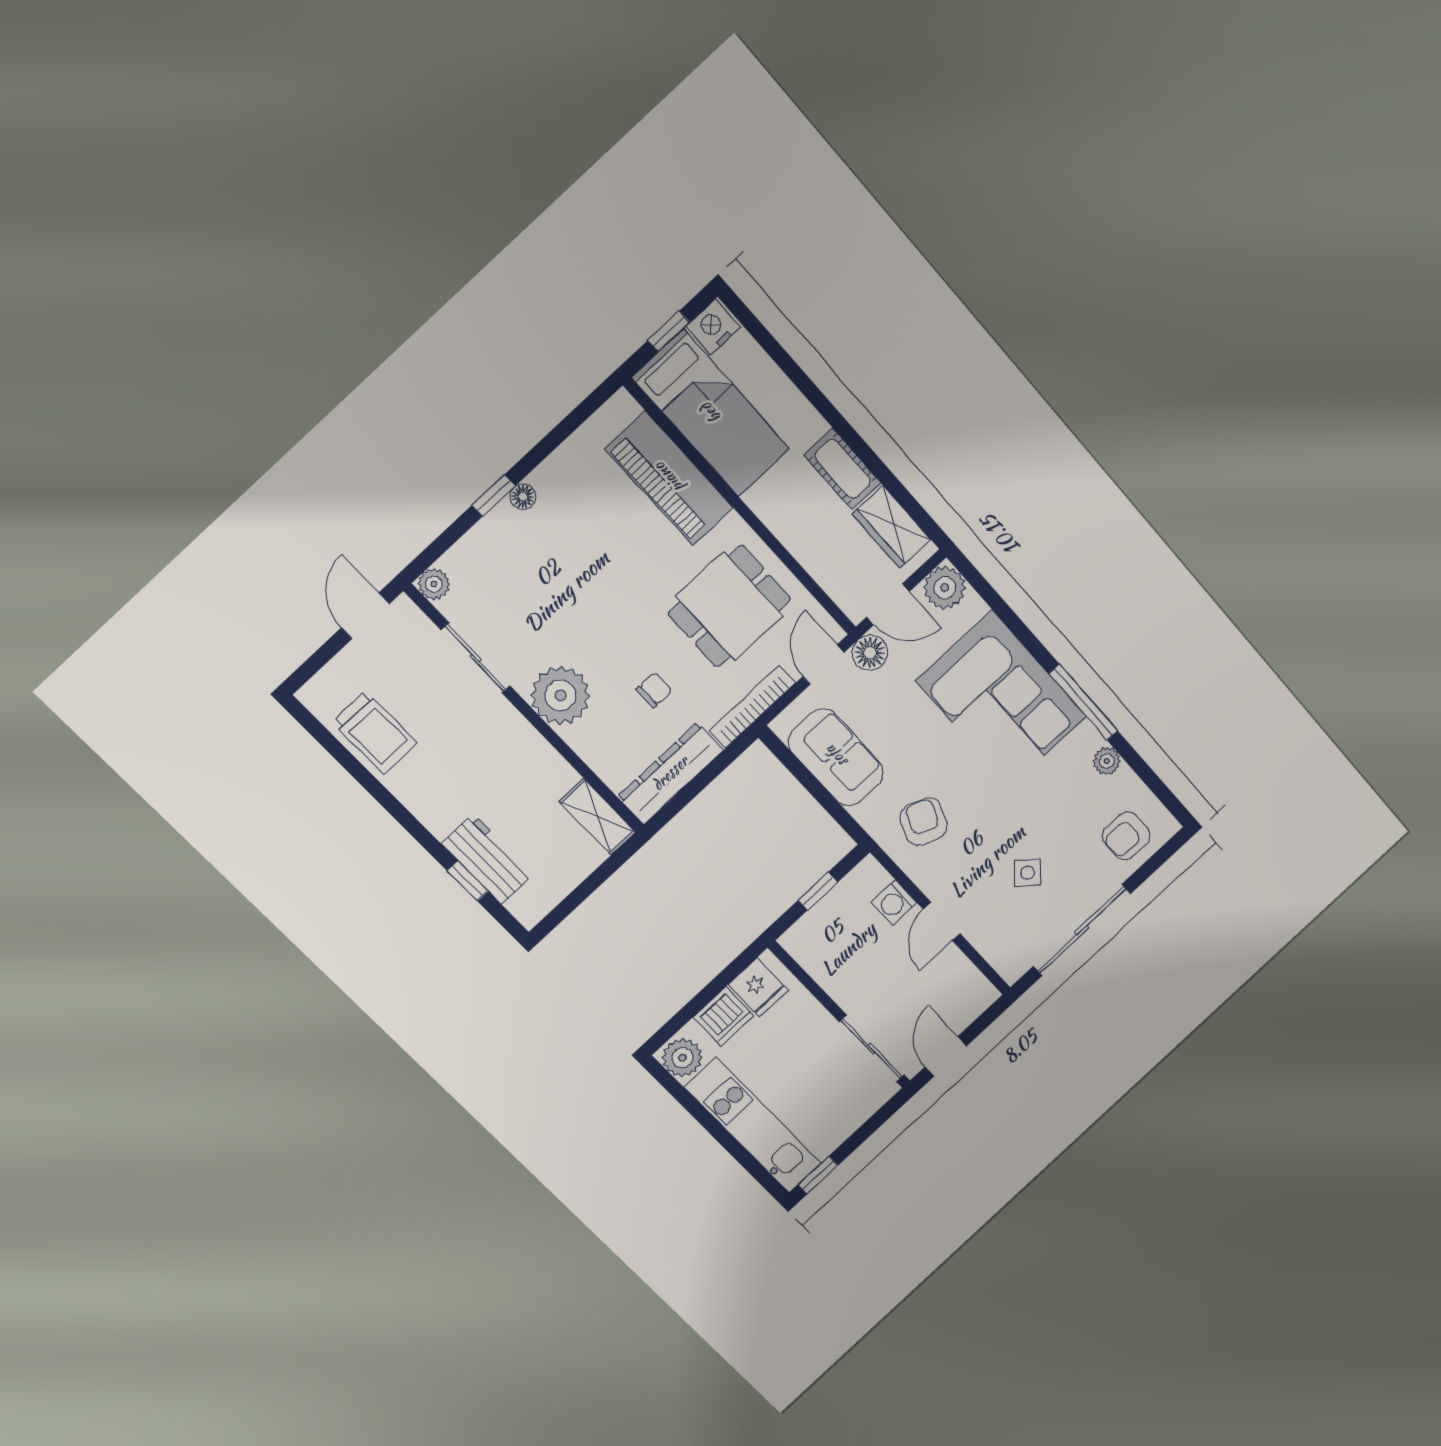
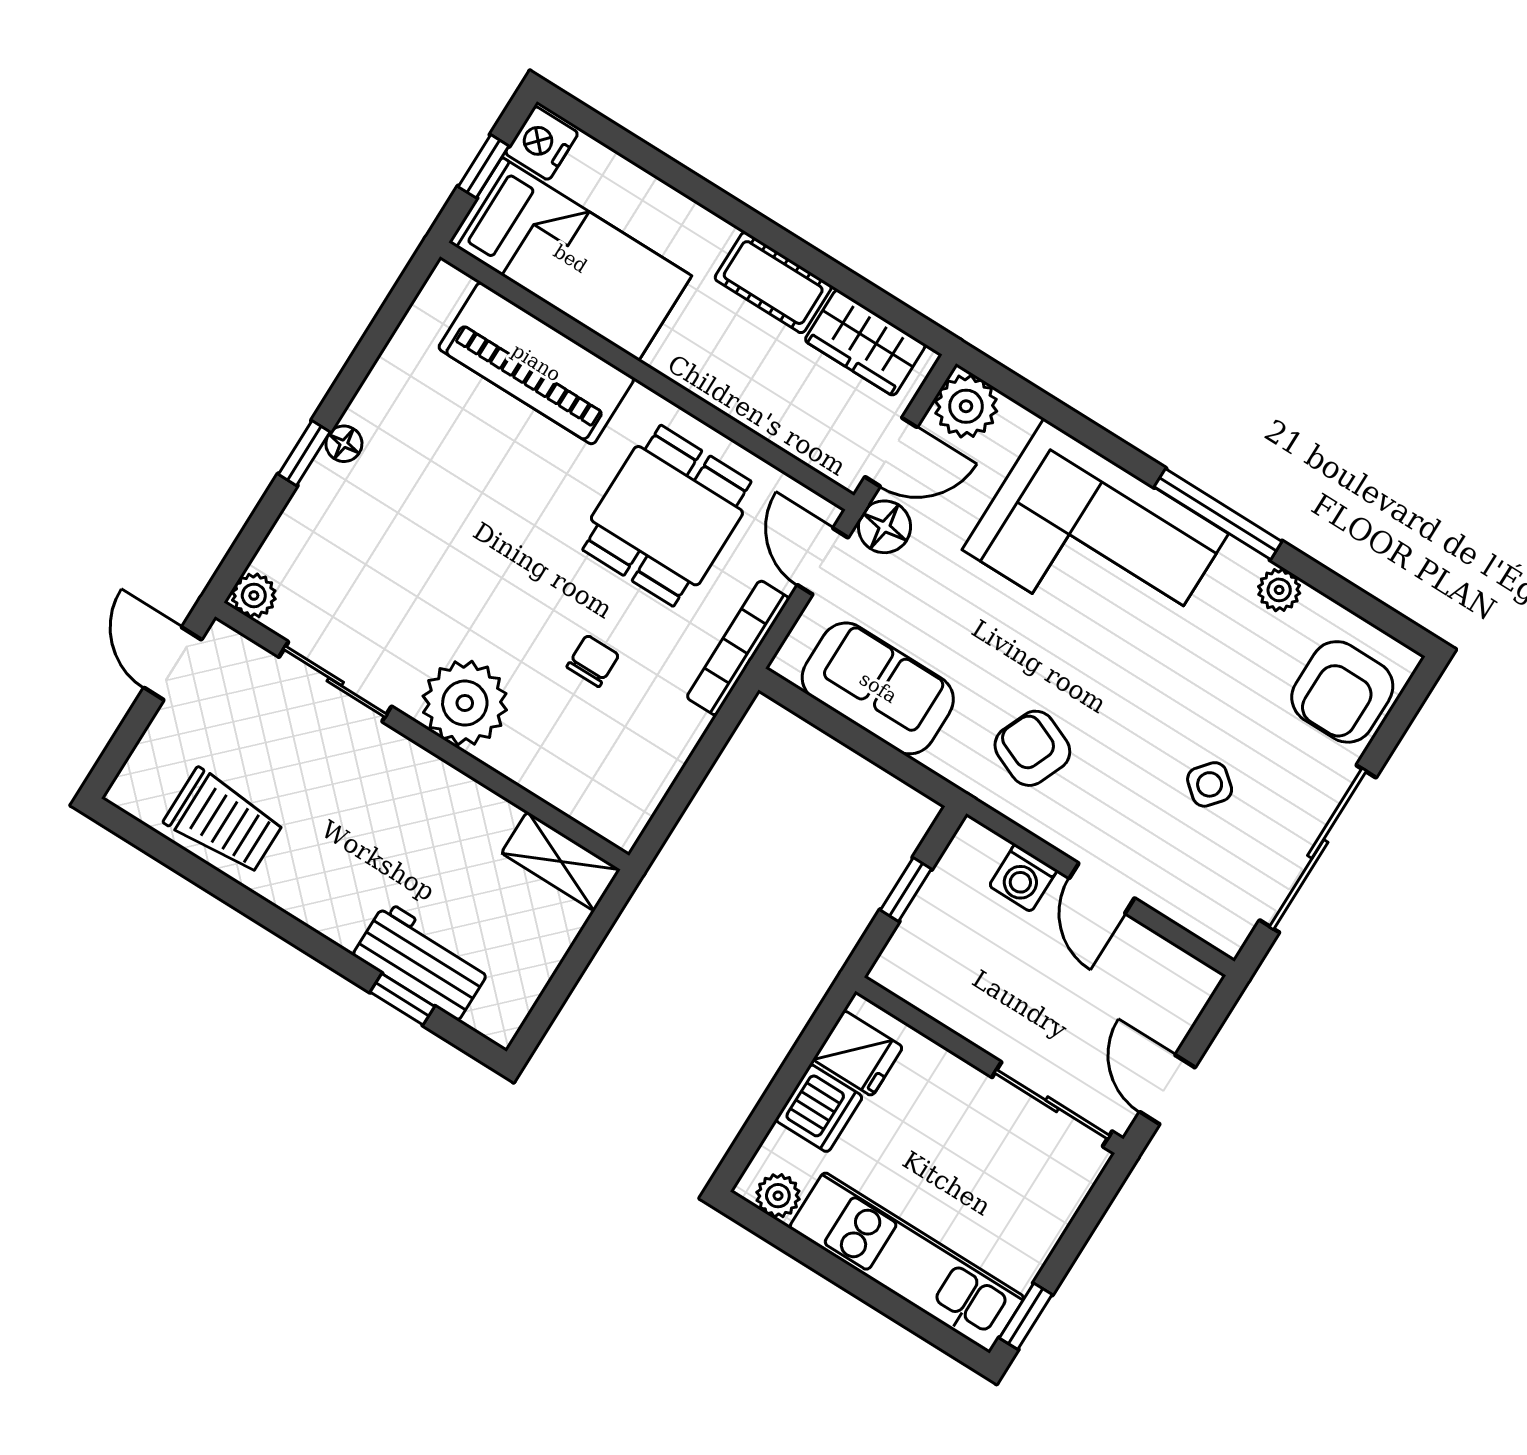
dresser: (670, 773) -> (647, 773), removed
armchair: (1126, 836) -> (1342, 692), width x1.38, depth x1.38
plant: (682, 1058) -> (778, 1196), width x0.73, depth x0.73

